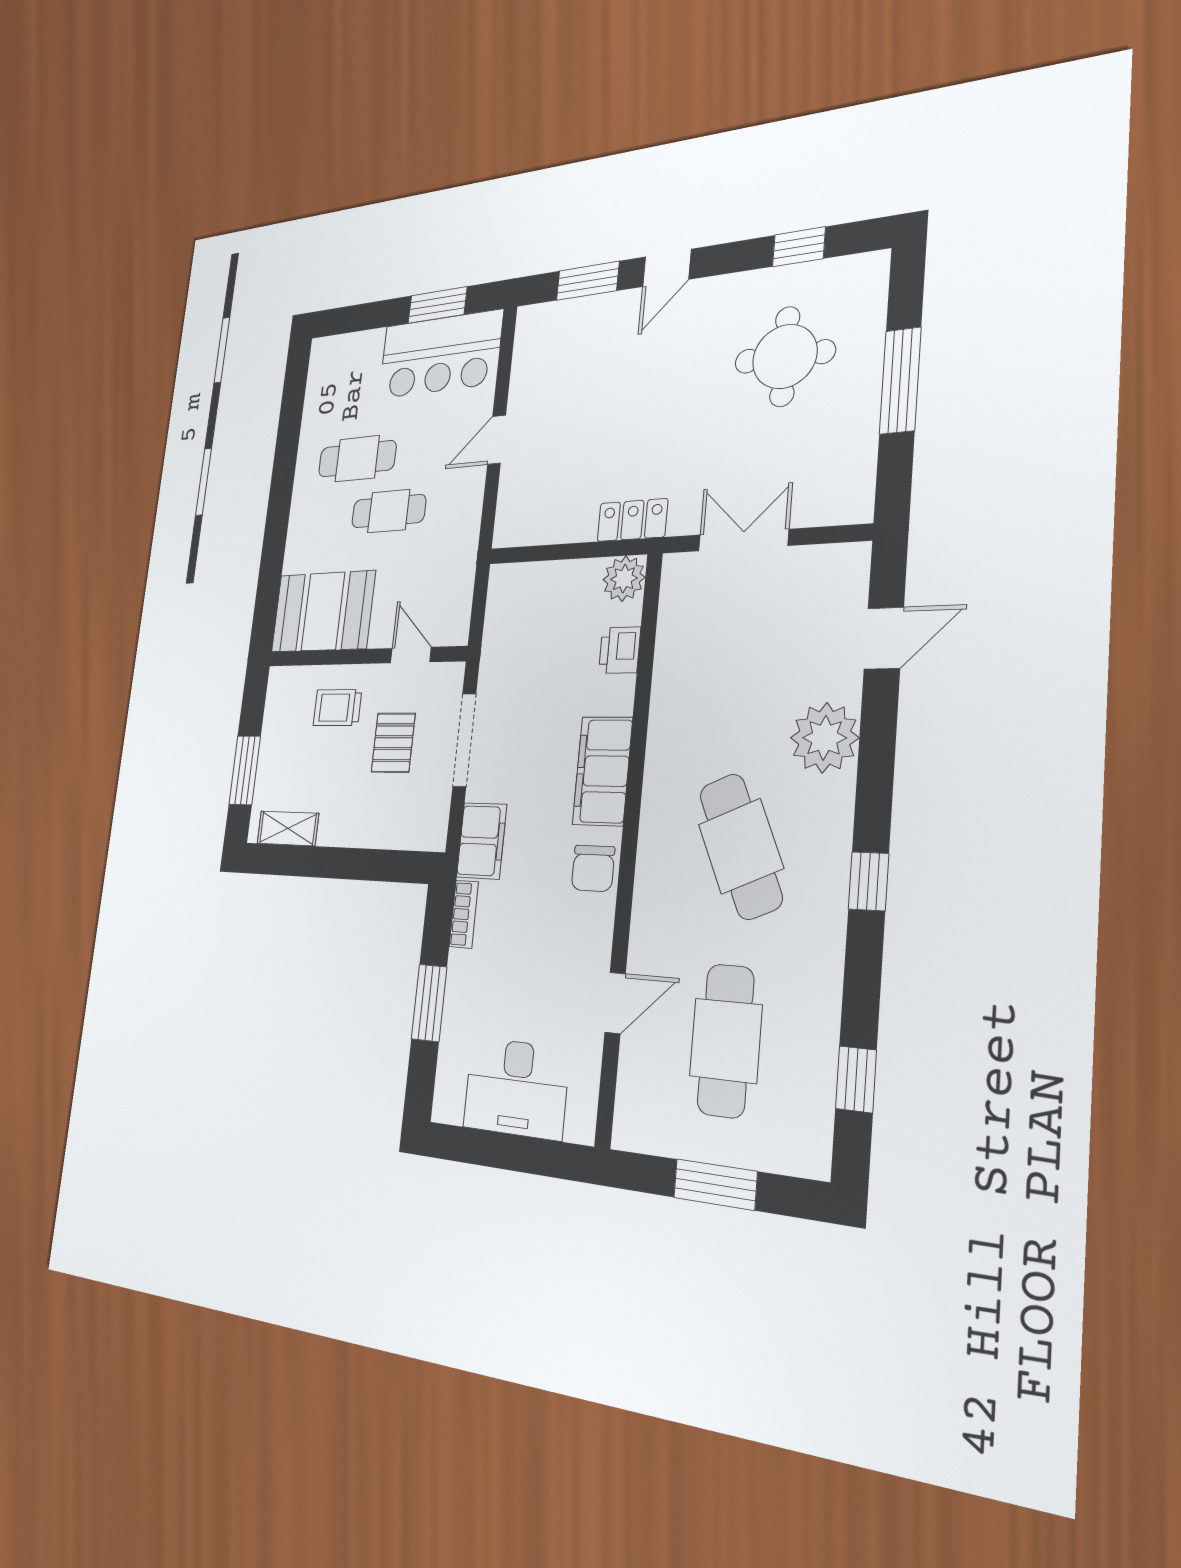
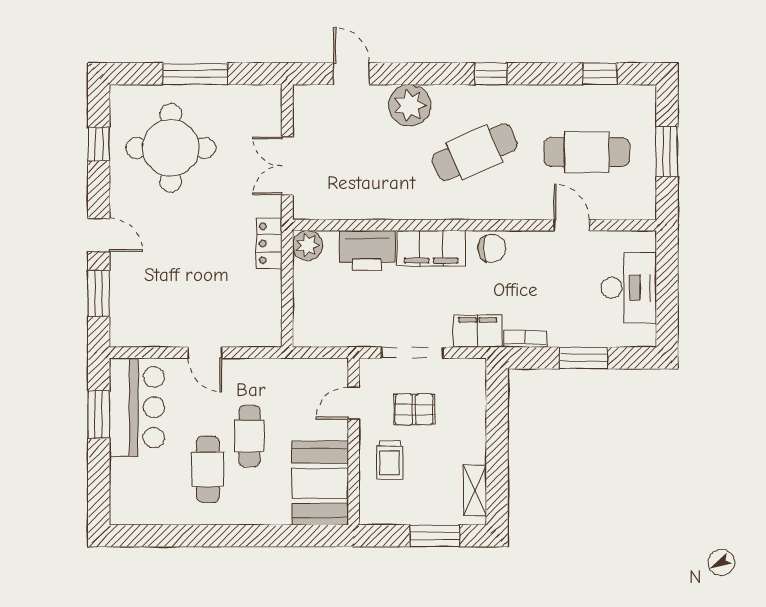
round table: (785, 356) -> (171, 148), width x1.36, depth x1.36
printer: (620, 650) -> (367, 250), width x1.87, depth x1.48

